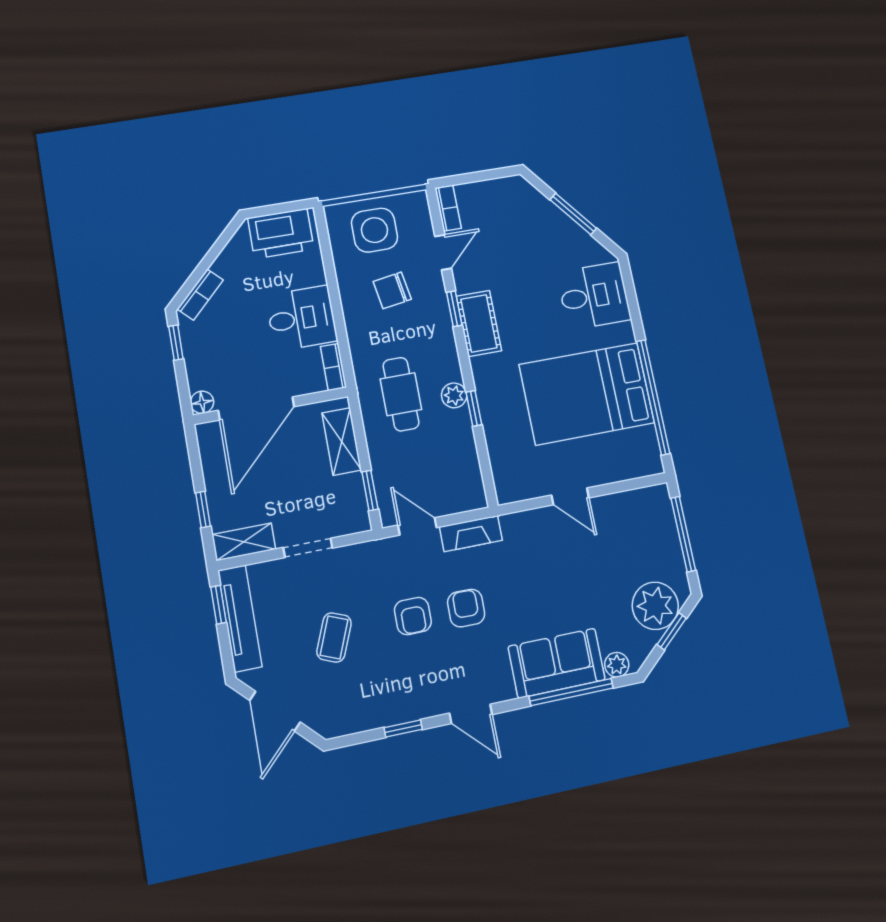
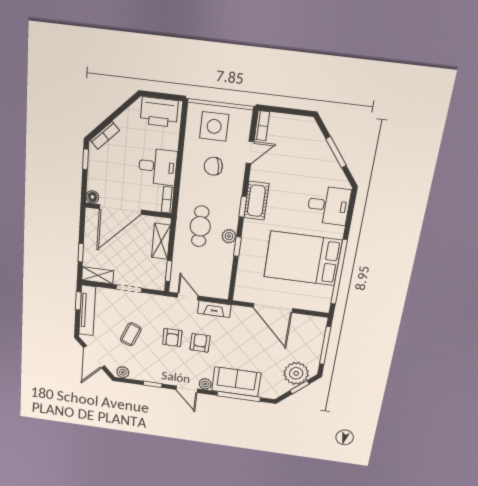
window: (454, 309) -> (243, 207), moved
door: (570, 496) -> (273, 308), width x1.87
plant: (617, 665) -> (205, 384), moved
plant: (339, 724) -> (123, 372), added

